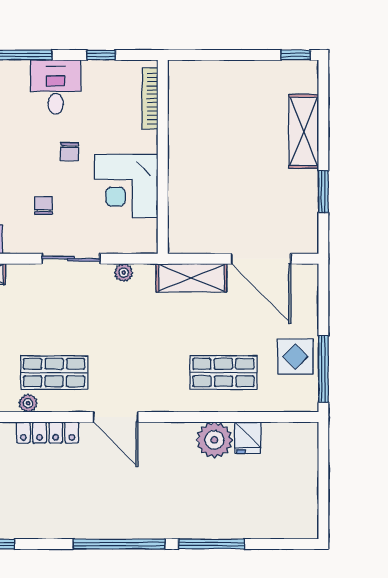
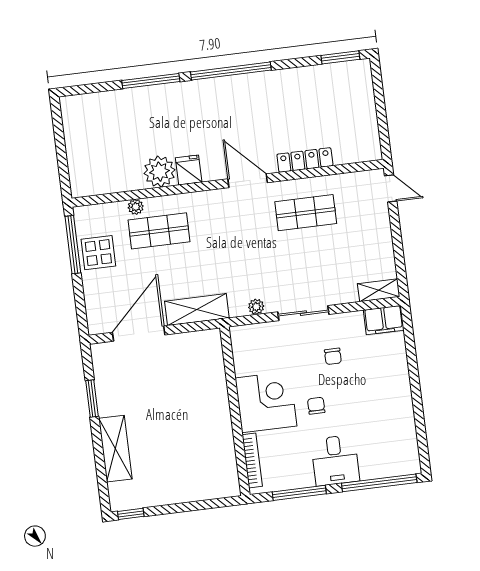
window: (101, 55) -> (299, 493), width x2.17
corner desk: (126, 186) -> (266, 402), moved
door: (261, 259) -> (139, 334), hinge flipped
plant: (28, 403) -> (136, 207), moved
fridge: (248, 438) -> (189, 170), moved

